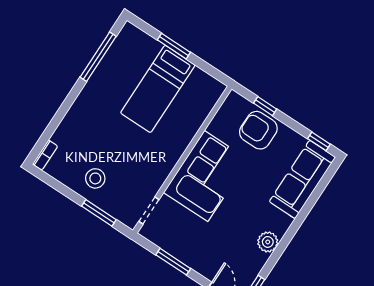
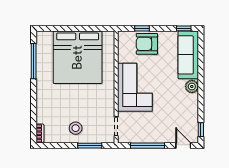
window: (174, 46) -> (71, 28), removed
bed: (158, 89) -> (78, 57), width x2.04
plant: (268, 242) -> (192, 87), moved
window: (173, 262) -> (148, 146), width x1.44

